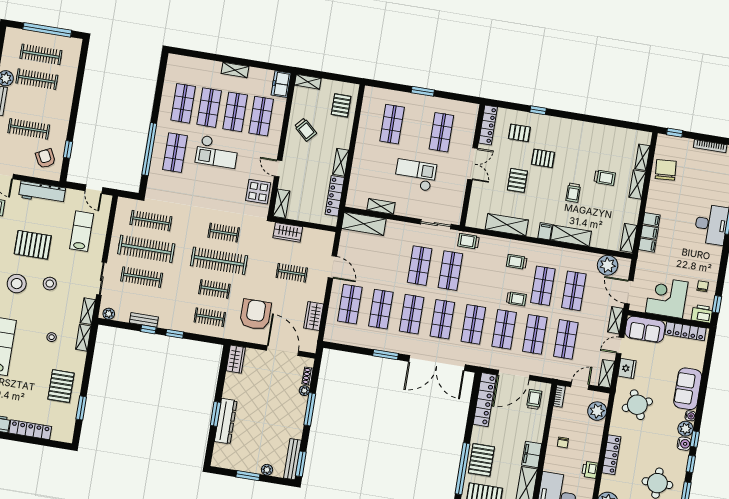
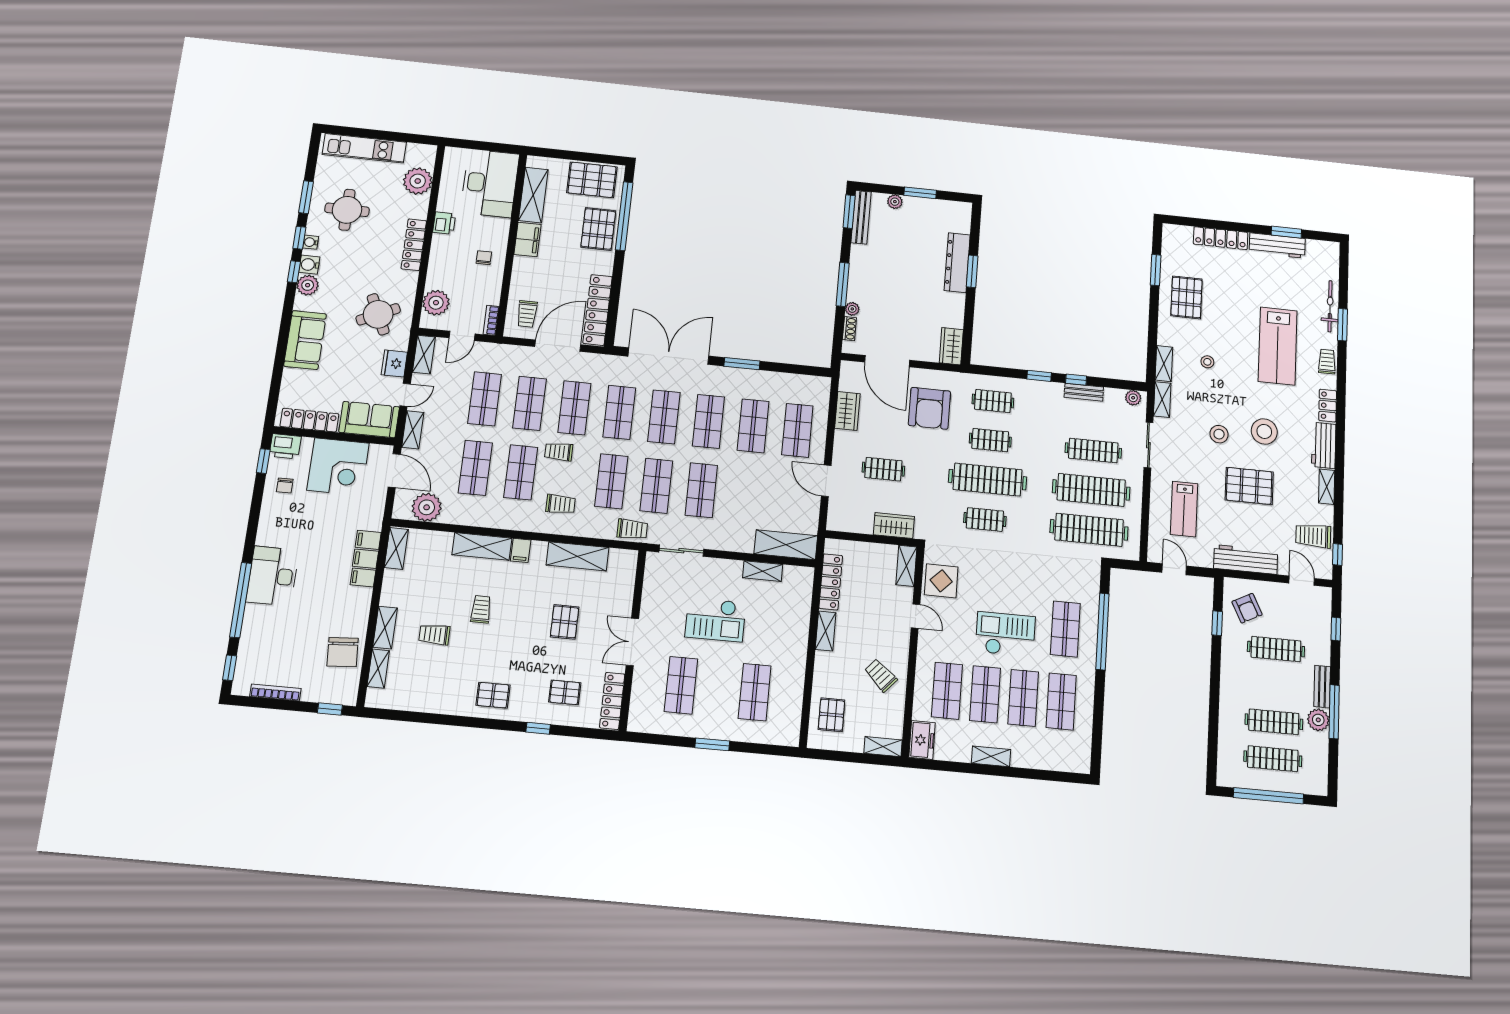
pallet: (543, 158) -> (493, 695), moved
clothes rail: (151, 221) -> (1089, 530), width x1.37, depth x1.31
shop shelf: (481, 276) -> (611, 481), added
water cooler: (690, 416) -> (311, 242), moved

